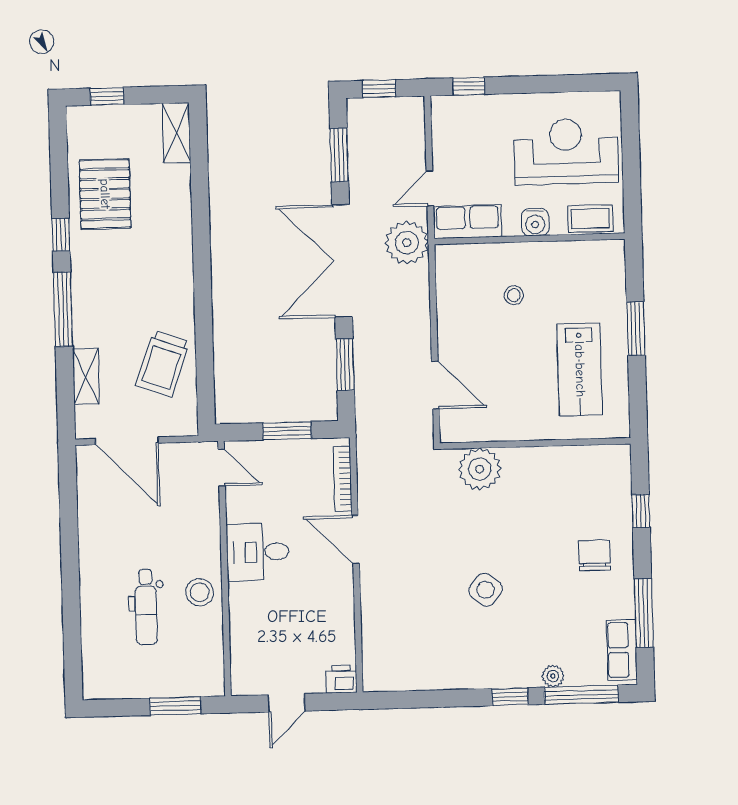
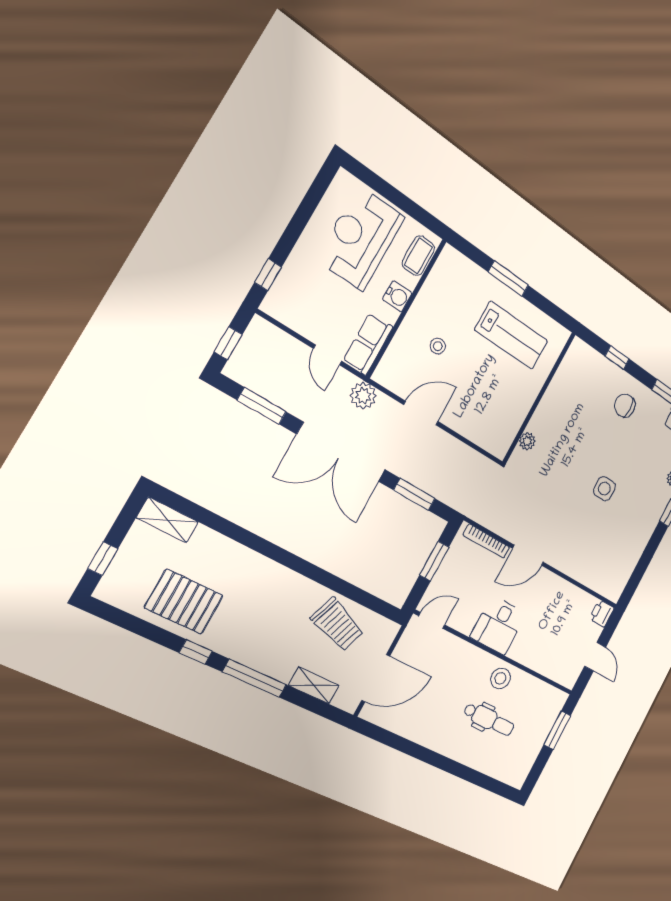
plant: (407, 243) -> (363, 396), width x0.73, depth x0.73
door: (435, 385) -> (421, 413), moved
plant: (480, 469) -> (527, 441), width x0.53, depth x0.53
side table: (486, 590) -> (604, 489), turned -38

